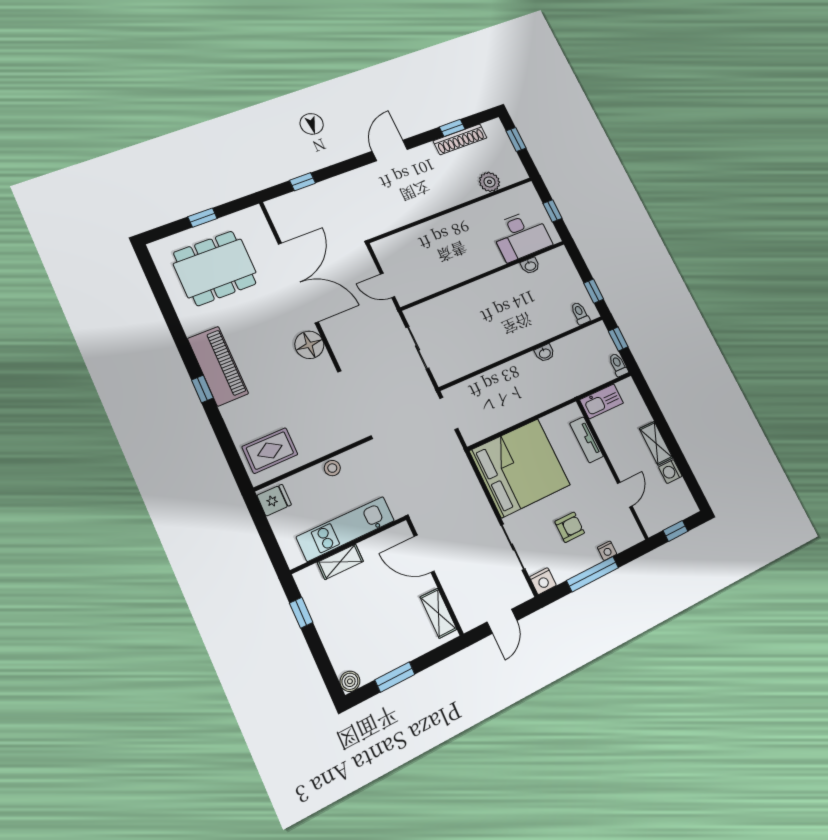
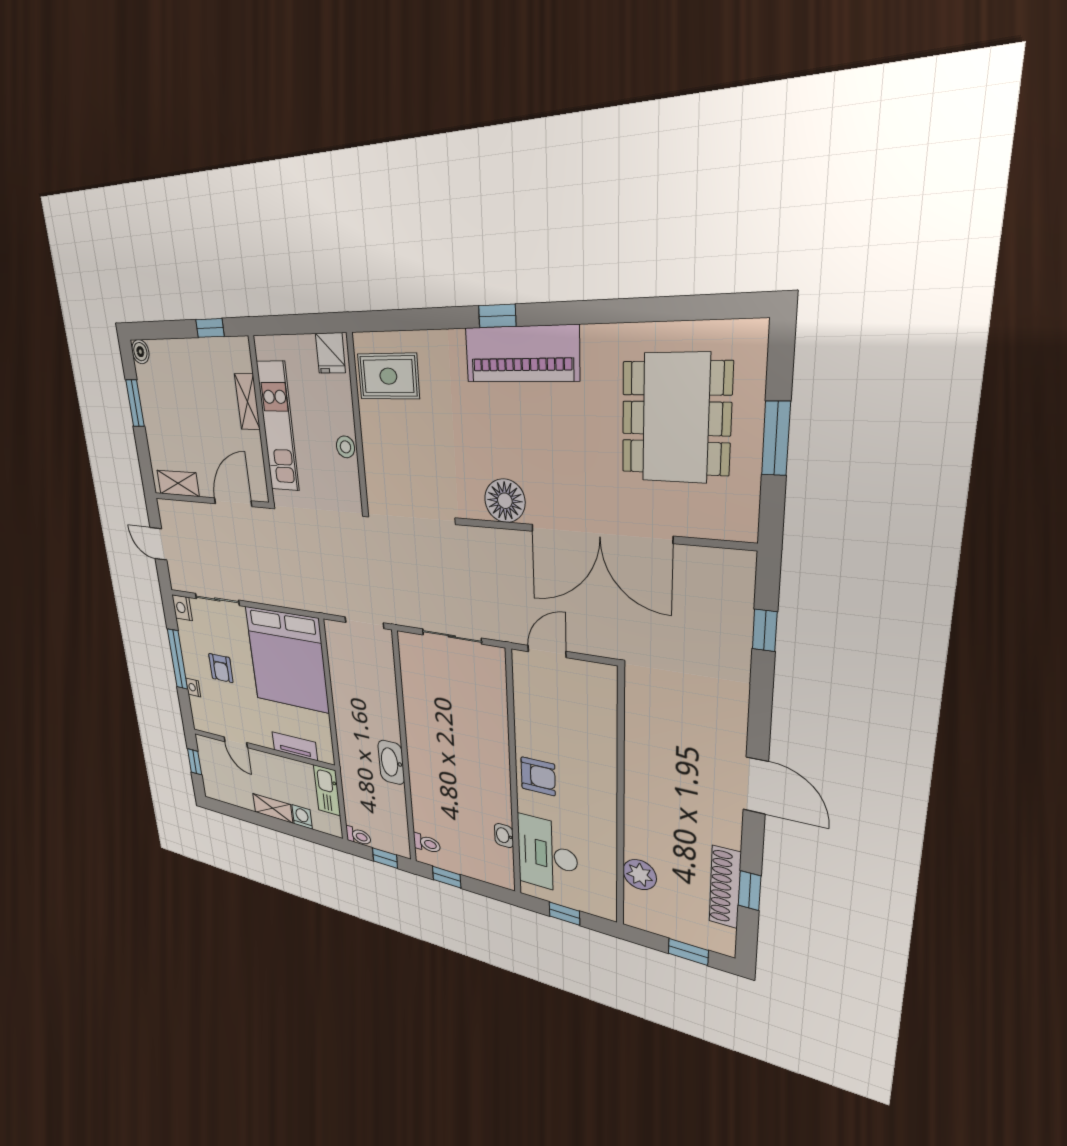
window: (203, 218) -> (776, 438), width x1.50
armchair: (472, 260) -> (538, 776), added
washbasin: (545, 353) -> (391, 762), width x1.91, depth x1.45
rug: (270, 451) -> (388, 376), turned 90
washing machine: (670, 472) -> (302, 817), moved

